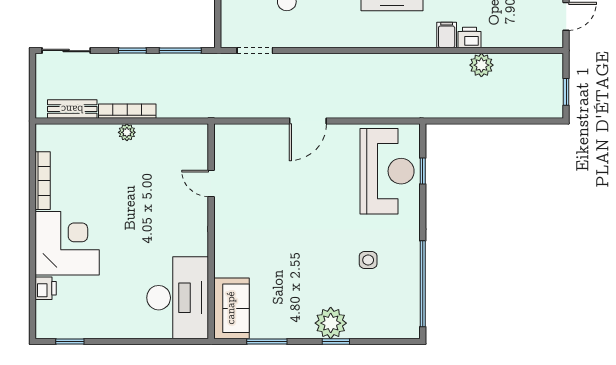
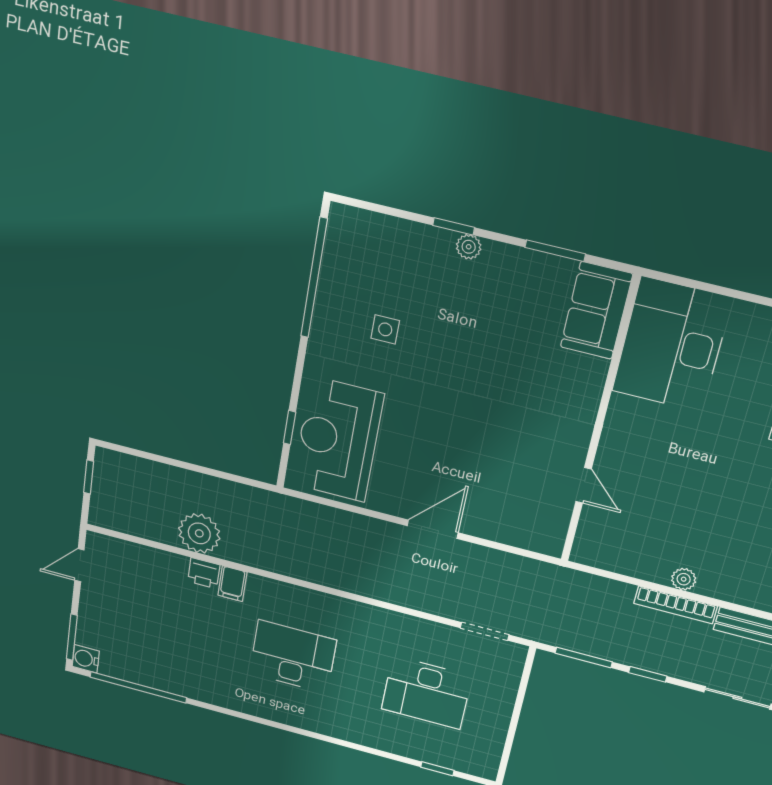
plant: (481, 65) -> (199, 533), width x1.36, depth x1.36
plant: (331, 323) -> (469, 247), width x0.53, depth x0.53

